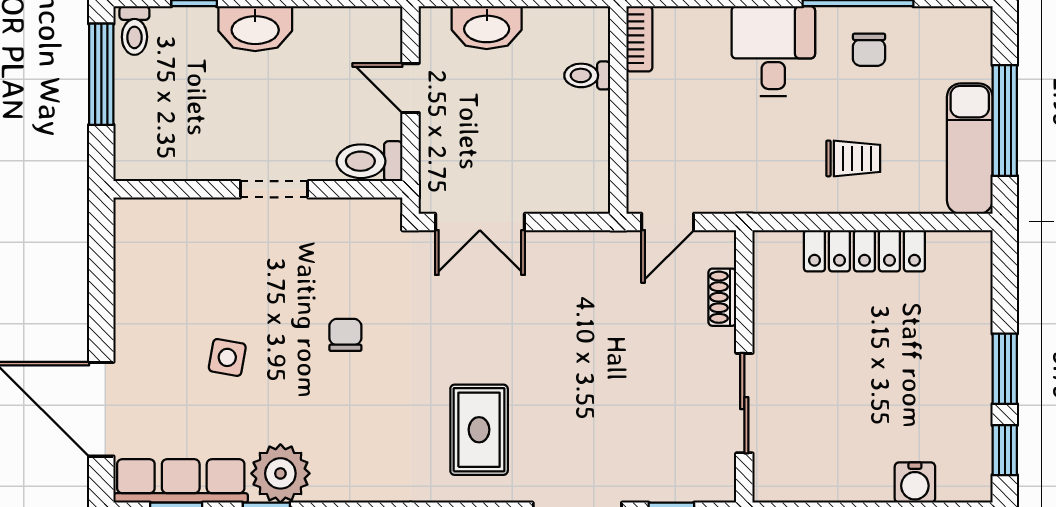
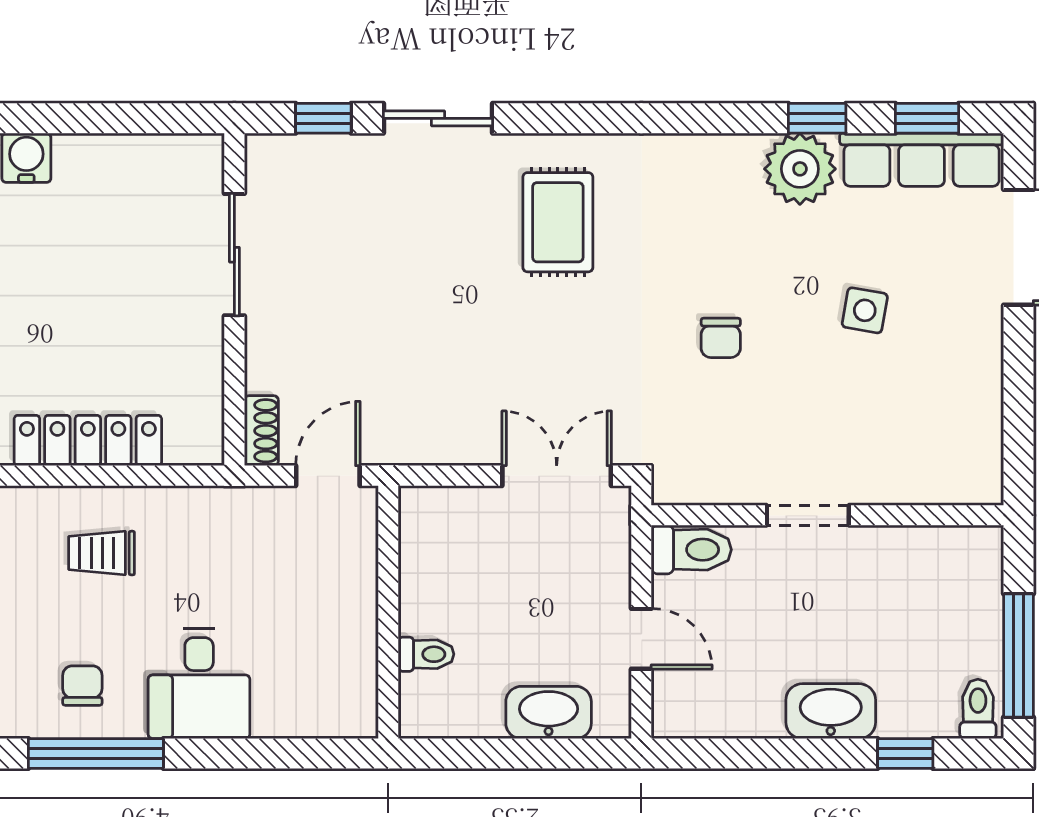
bookcase: (639, 39) -> (362, 699), removed
shoe rack: (722, 297) -> (261, 431), moved

